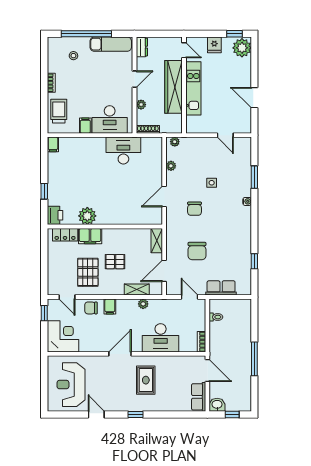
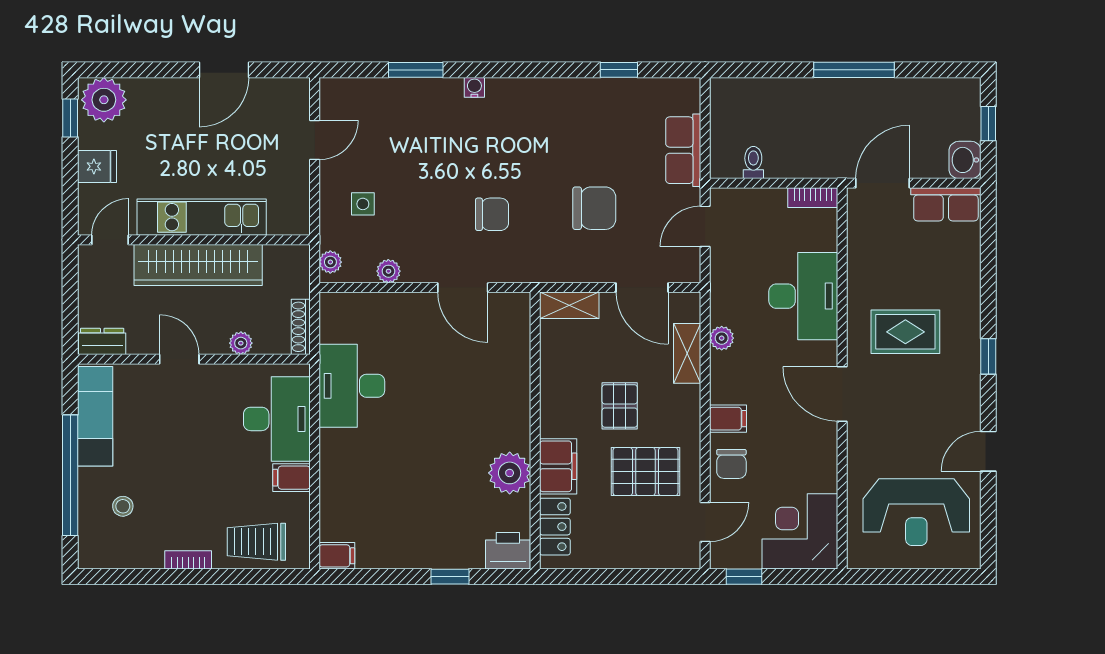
side table: (212, 183) -> (363, 204), moved

